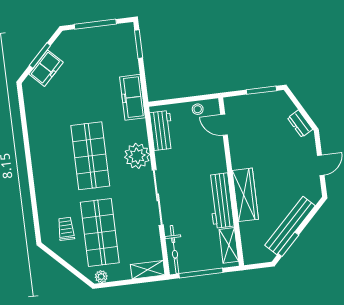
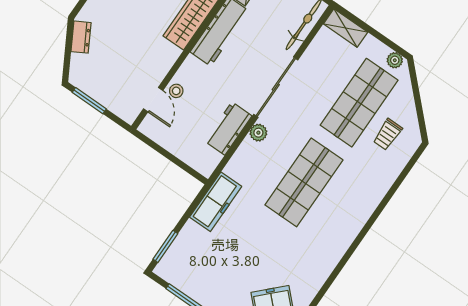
stool: (198, 109) -> (176, 91), moved
workbench: (162, 130) -> (228, 129), moved
plant: (137, 156) -> (258, 133), width x0.53, depth x0.53

